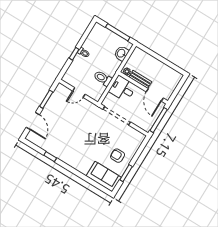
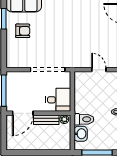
toilet: (103, 78) -> (84, 119), moved
door: (79, 93) -> (99, 70), hinge flipped
door: (155, 95) -> (23, 113), swing flipped

